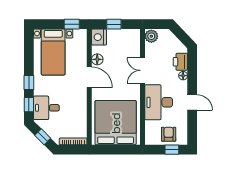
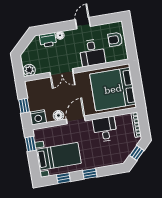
desk: (159, 102) -> (92, 53), width x0.73
window: (29, 105) -> (63, 178), moved
desk: (46, 108) -> (105, 129), moved, turned 180
window: (172, 150) -> (129, 34), removed

